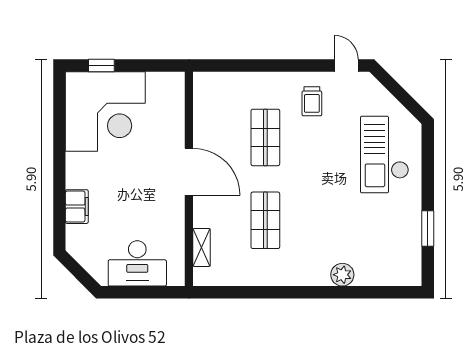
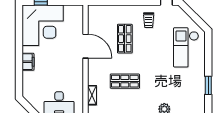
door: (189, 172) -> (86, 46), moved
filing cabinet: (77, 207) -> (28, 62), moved
shop shelf: (265, 220) -> (125, 81), turned 90

